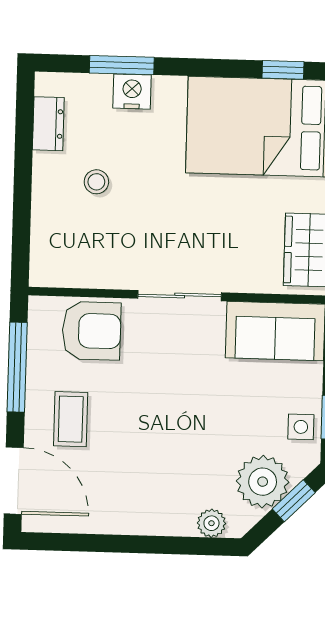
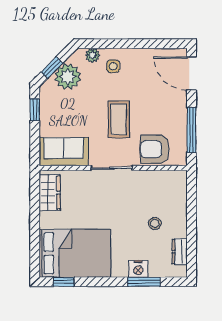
coffee table: (71, 419) -> (119, 119), moved, width x1.36, depth x1.30
side table: (301, 427) -> (113, 66), moved

